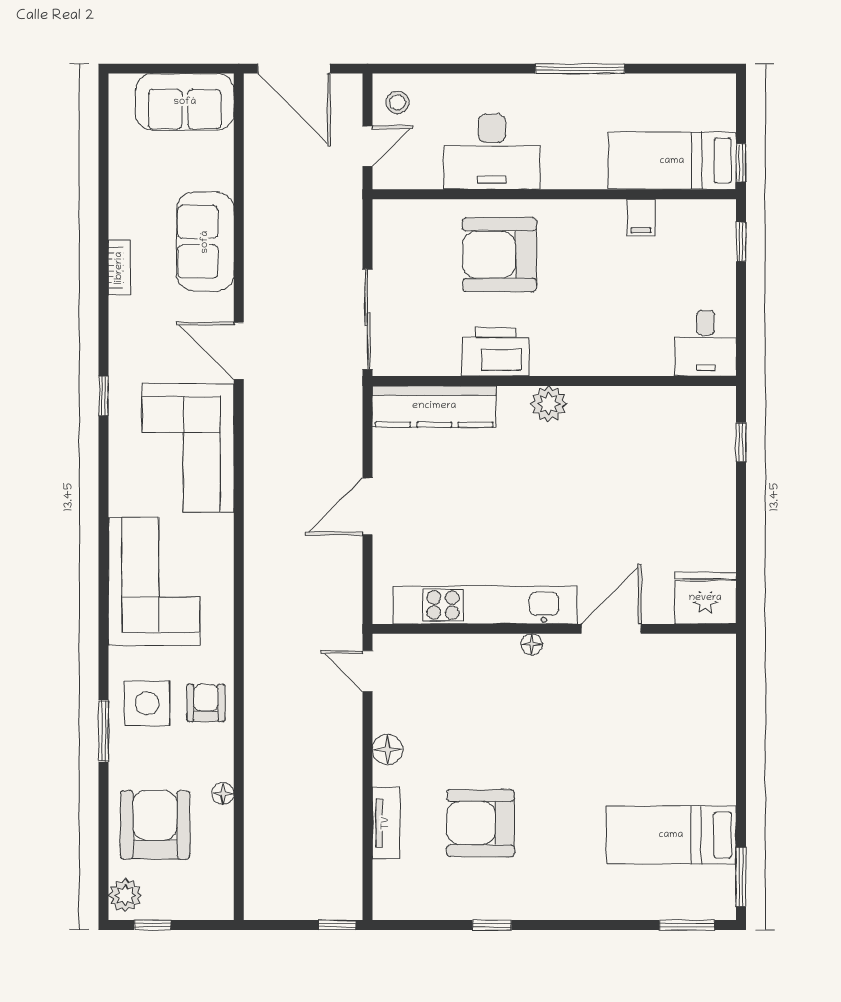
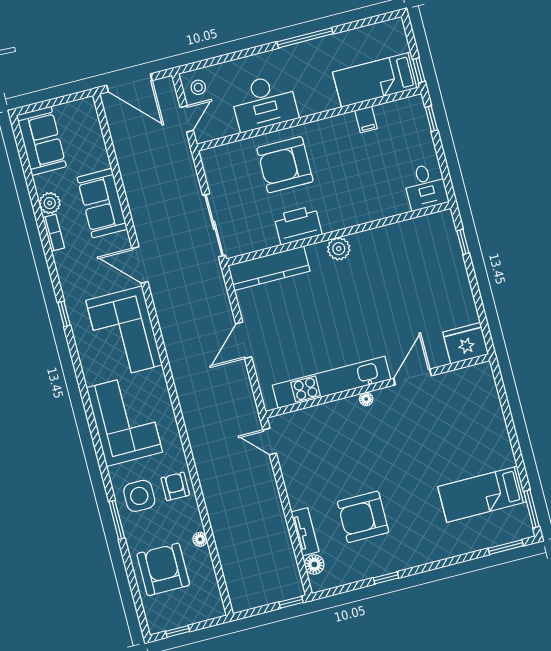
sofa: (185, 102) -> (41, 141), moved, turned -90
floor lamp: (388, 750) -> (314, 565), moved
plant: (125, 895) -> (50, 203), moved

